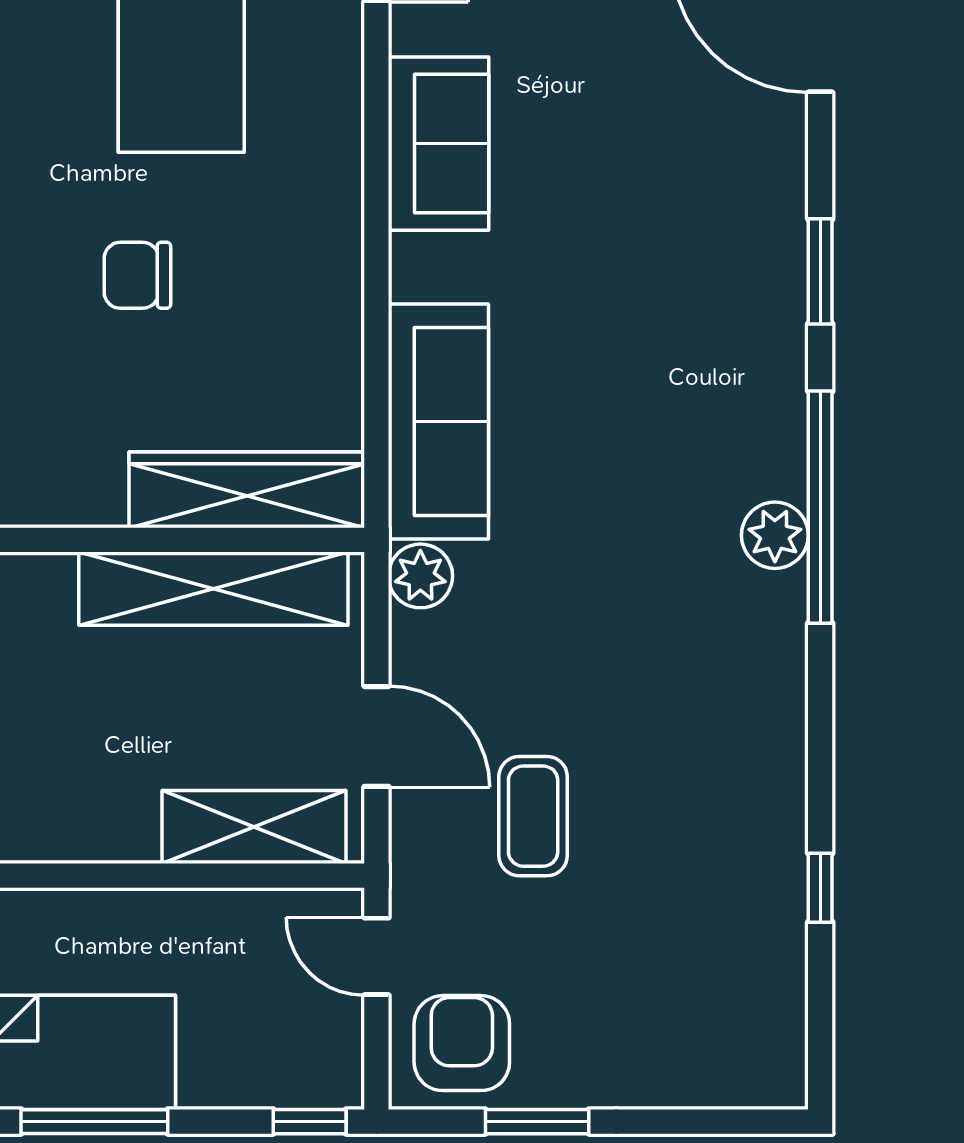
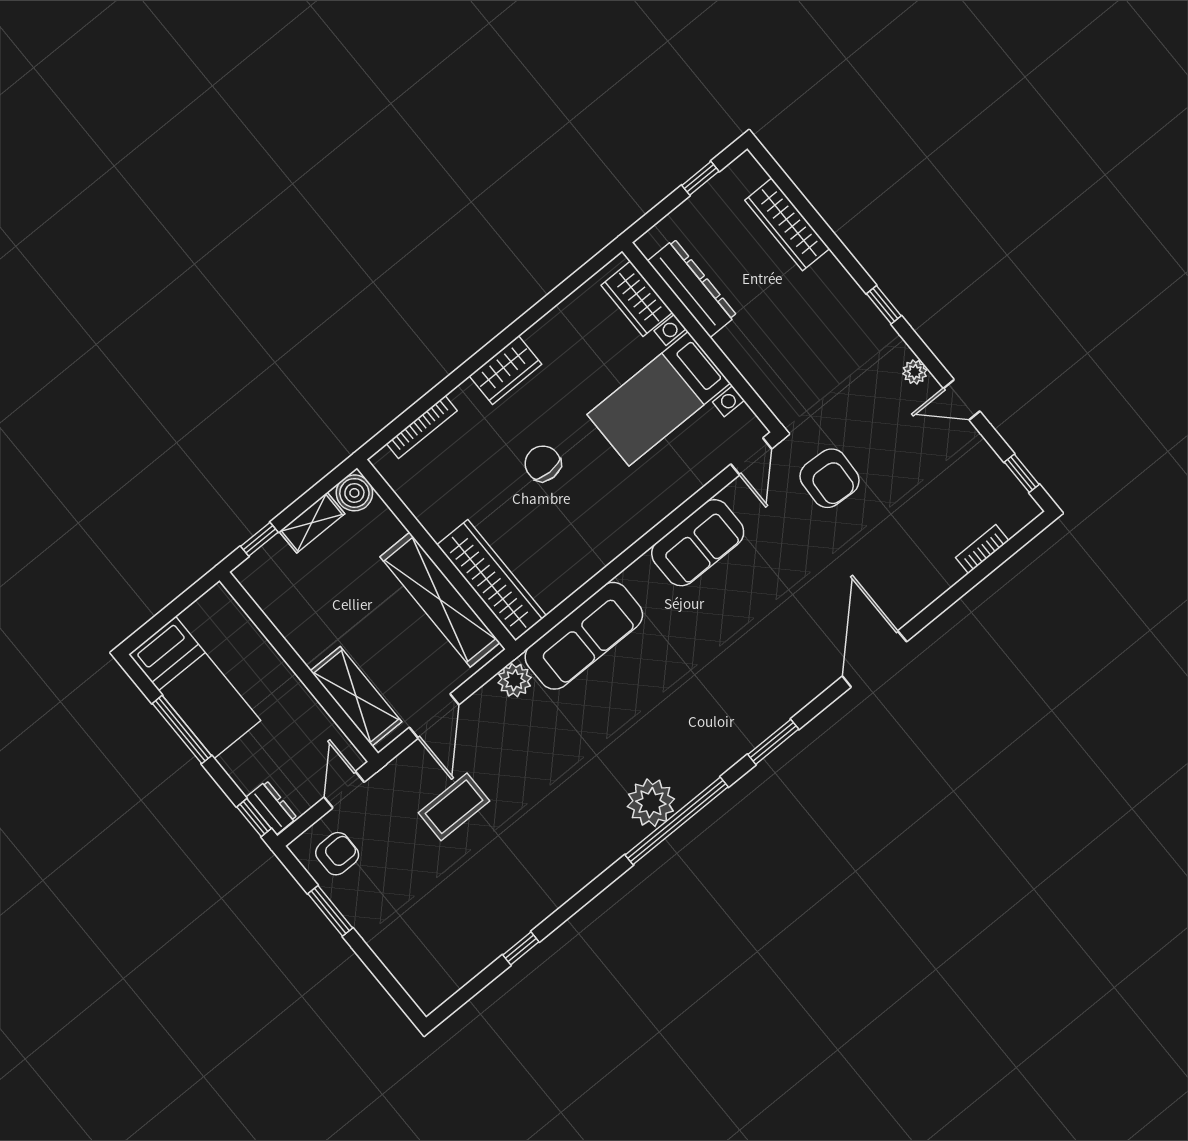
plant: (775, 535) -> (651, 803), width x1.36, depth x1.36
armchair: (462, 1043) -> (337, 854), width x0.72, depth x0.72
dresser: (316, 1084) -> (271, 808), added

